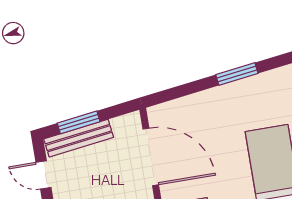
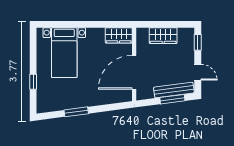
door: (151, 157) -> (134, 72), hinge flipped

